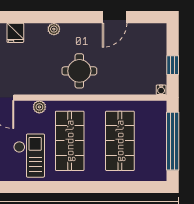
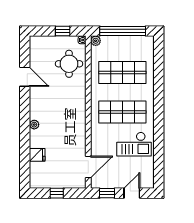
round table: (79, 71) -> (69, 64), moved
plant: (39, 107) -> (96, 41), moved
checkout: (29, 156) -> (134, 144), turned 180

